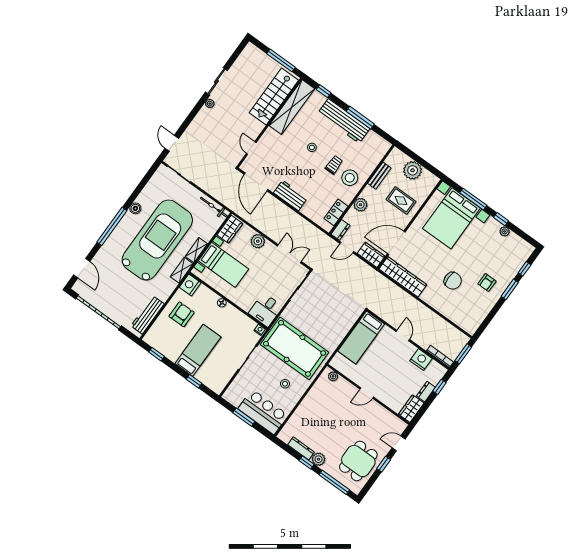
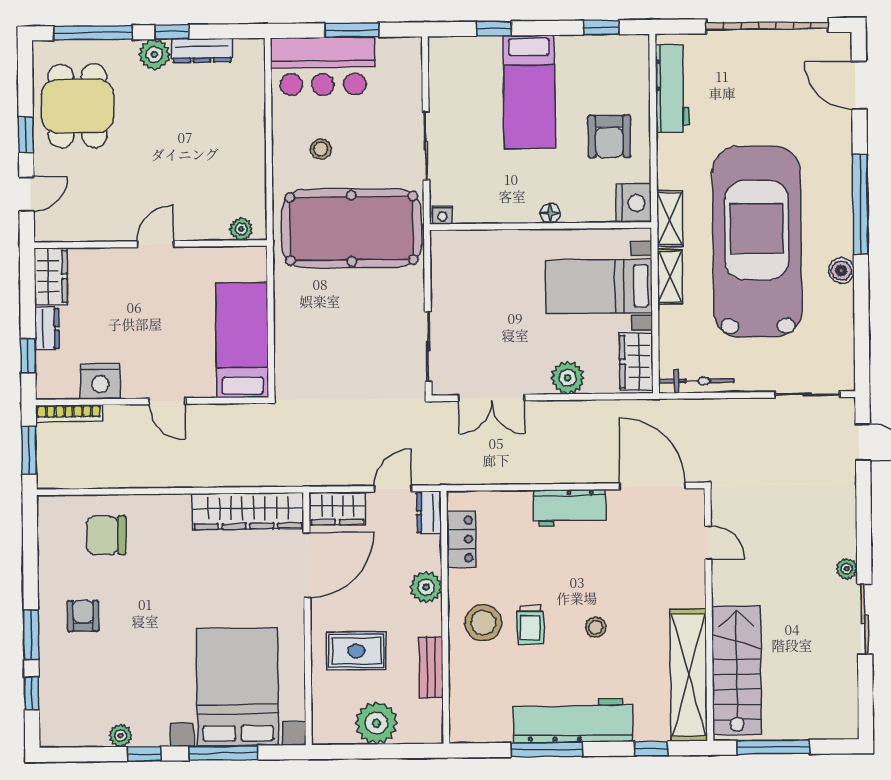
car: (157, 240) -> (757, 242), turned 180
chair: (453, 281) -> (106, 535), moved
desk: (266, 310) -> (459, 260), removed

